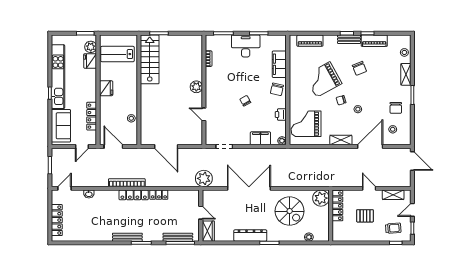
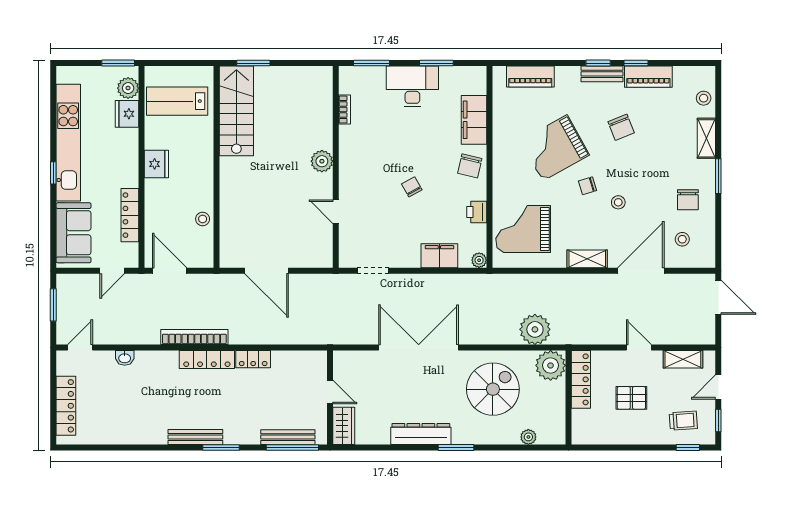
plant: (204, 178) -> (535, 329), moved
spiral stairs: (290, 211) -> (493, 389), turned -90

